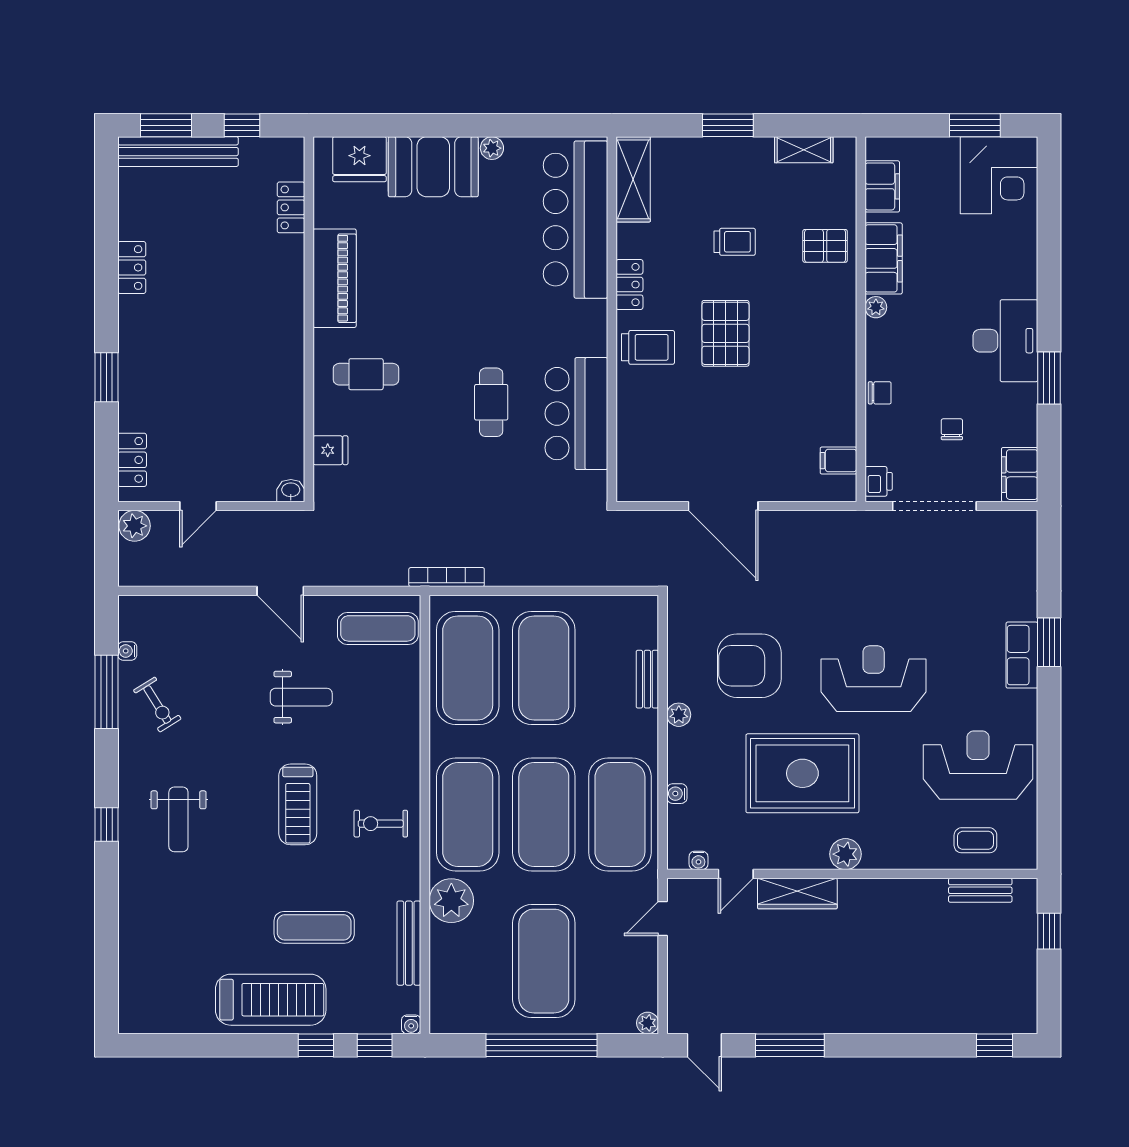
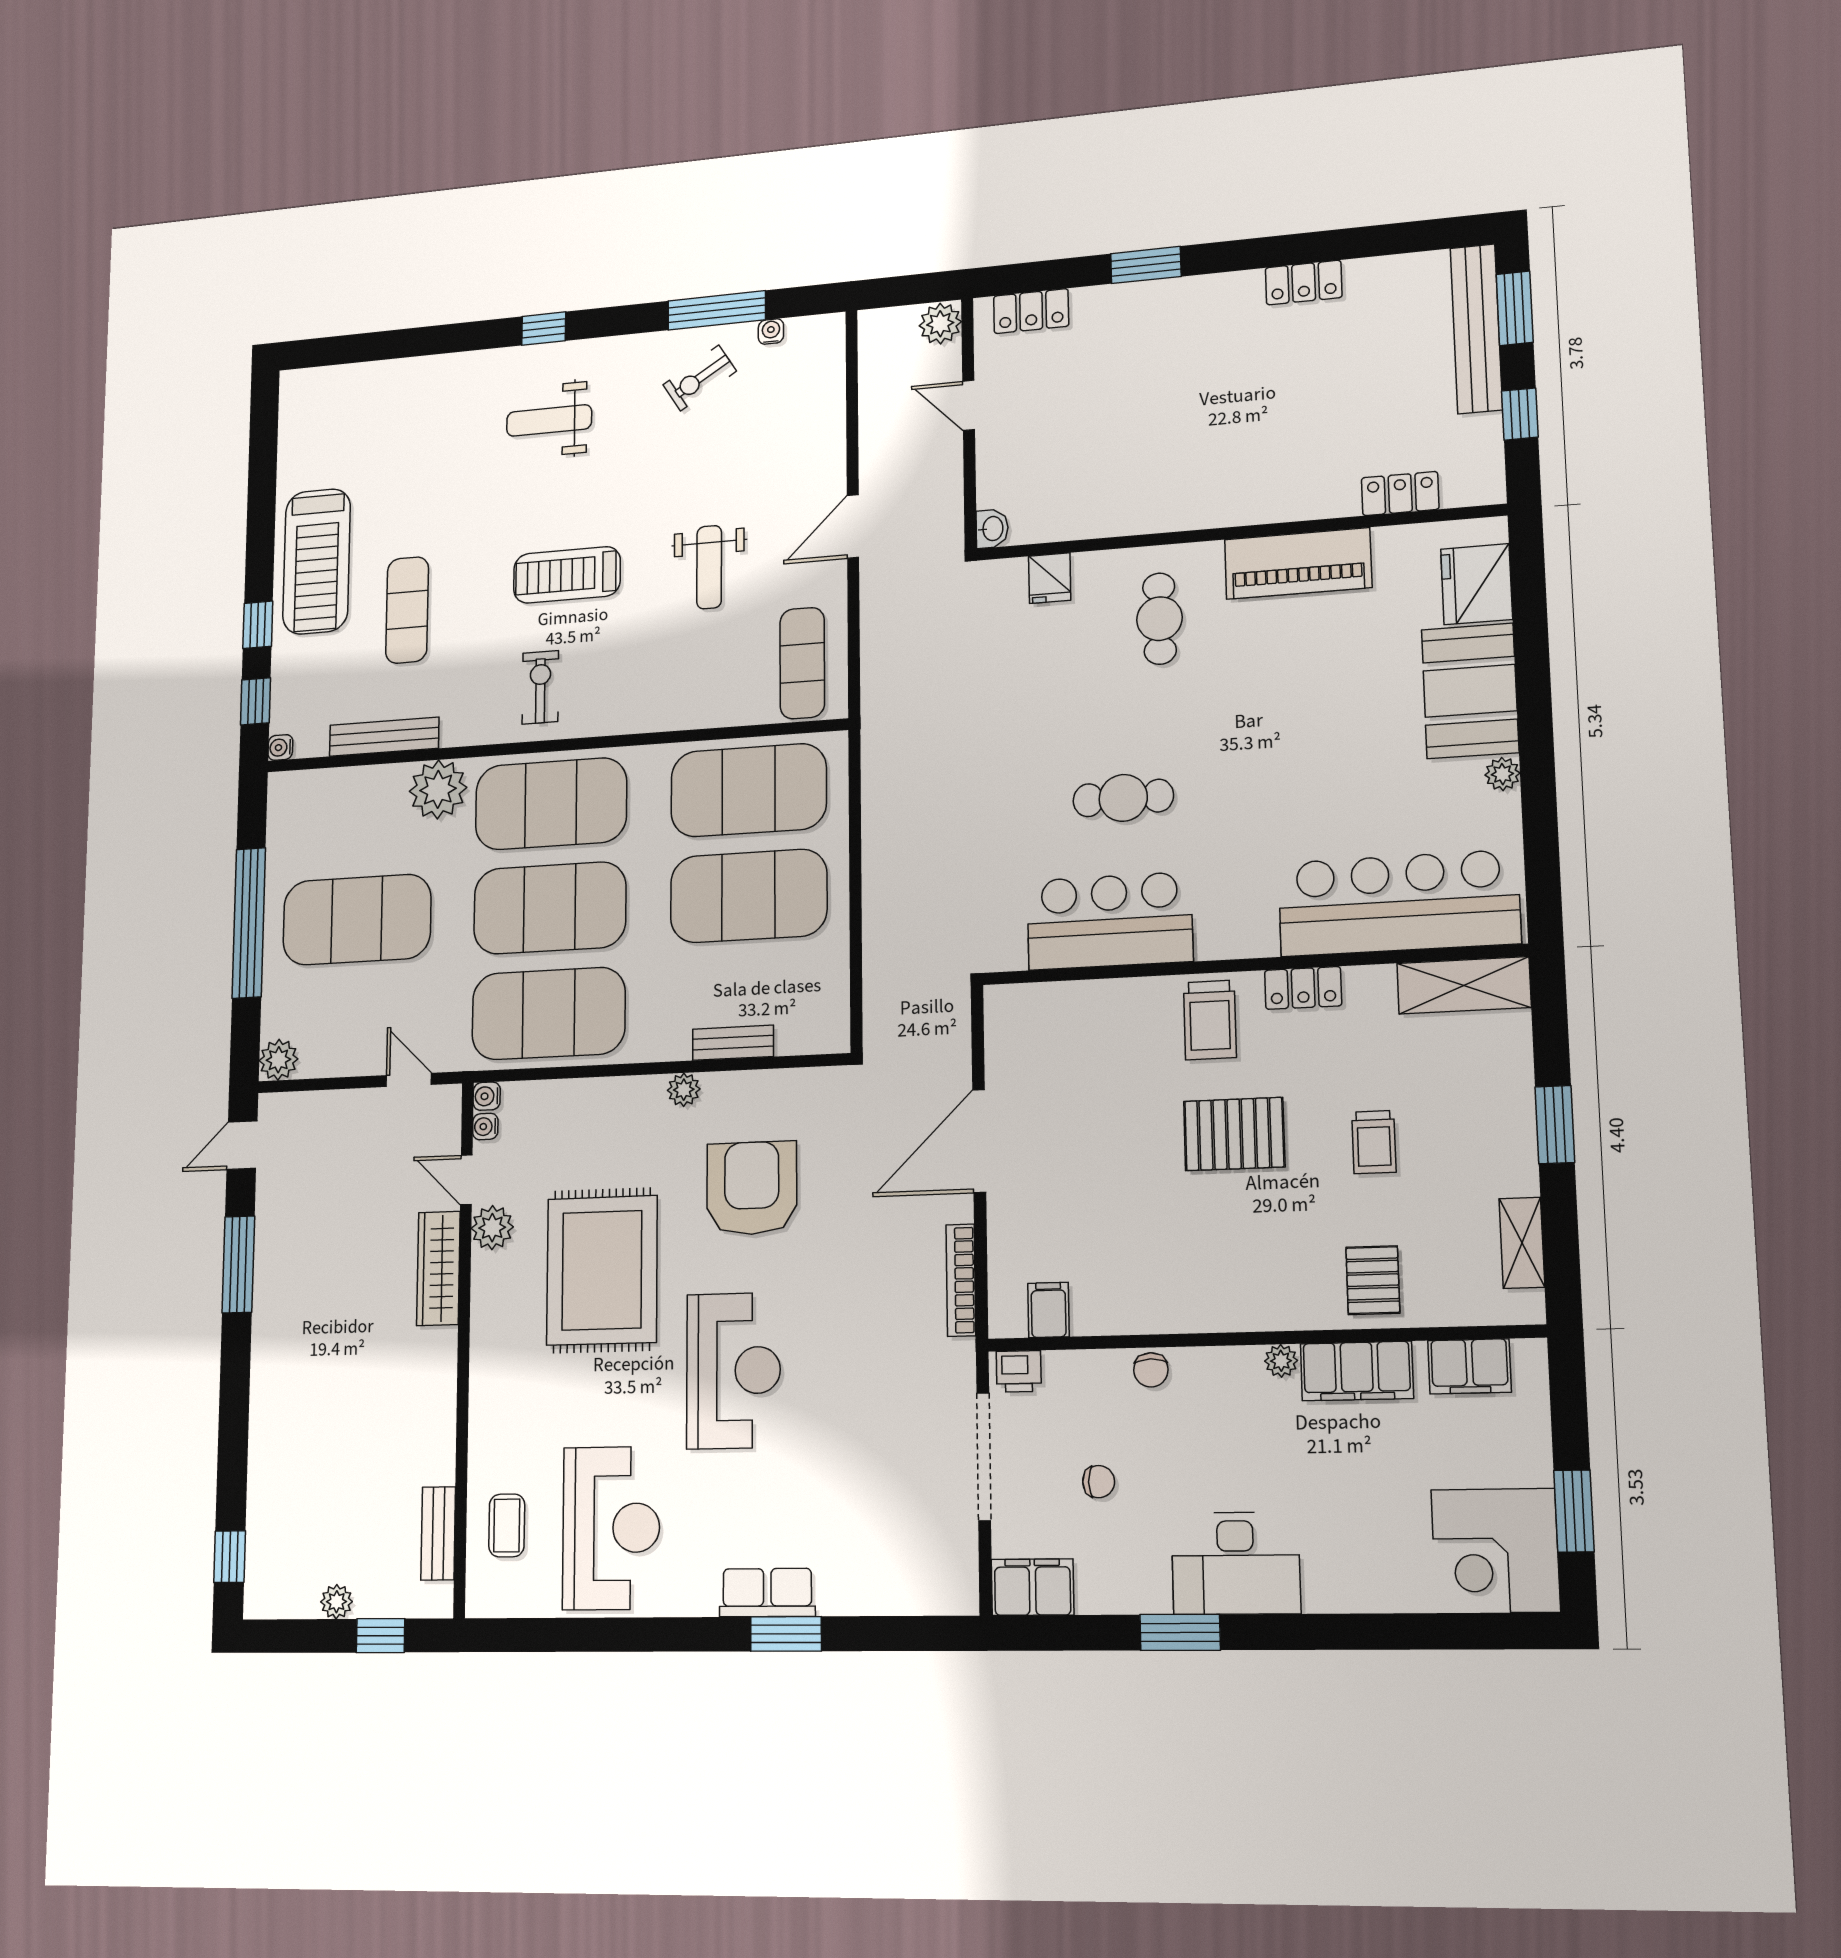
bookcase: (447, 577) -> (961, 1280), moved, turned 180
water cooler: (677, 794) -> (487, 1096), moved, turned -90
plant: (845, 854) -> (492, 1228), moved
plant: (1026, 964) -> (337, 1602), added
plant: (648, 1023) -> (278, 1060), width x1.38, depth x1.38

